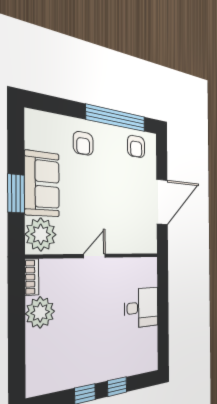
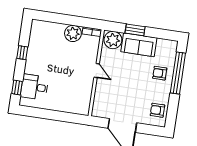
window: (116, 118) -> (178, 73), moved
desk: (141, 308) -> (34, 87), moved, turned 90
window: (117, 386) -> (17, 87), moved

